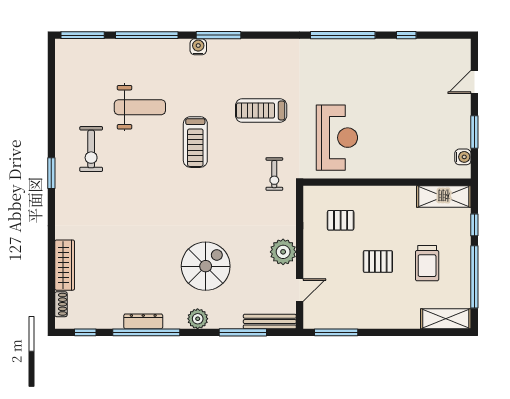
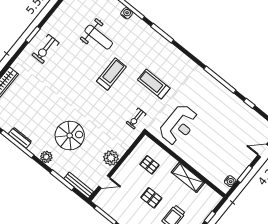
water cooler: (198, 47) -> (127, 13), moved
treadmill: (195, 142) -> (111, 74), turned 180
exercise bike: (91, 149) -> (46, 49), moved
shelving: (444, 196) -> (188, 177), moved

